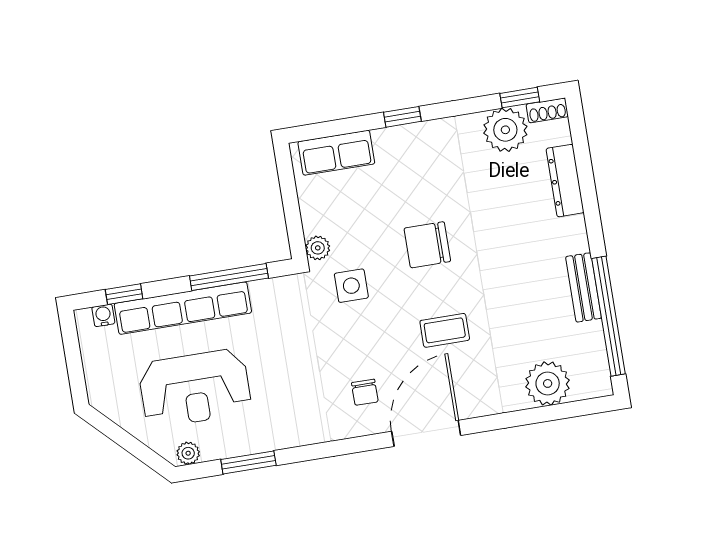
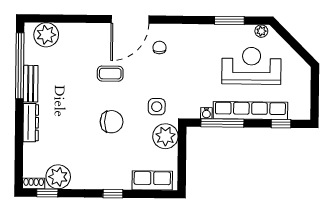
dresser: (565, 181) -> (31, 123), moved
plant: (318, 248) -> (165, 136), width x1.87, depth x1.87
water cooler: (103, 315) -> (206, 113), moved
plant: (548, 383) -> (46, 35), moved

